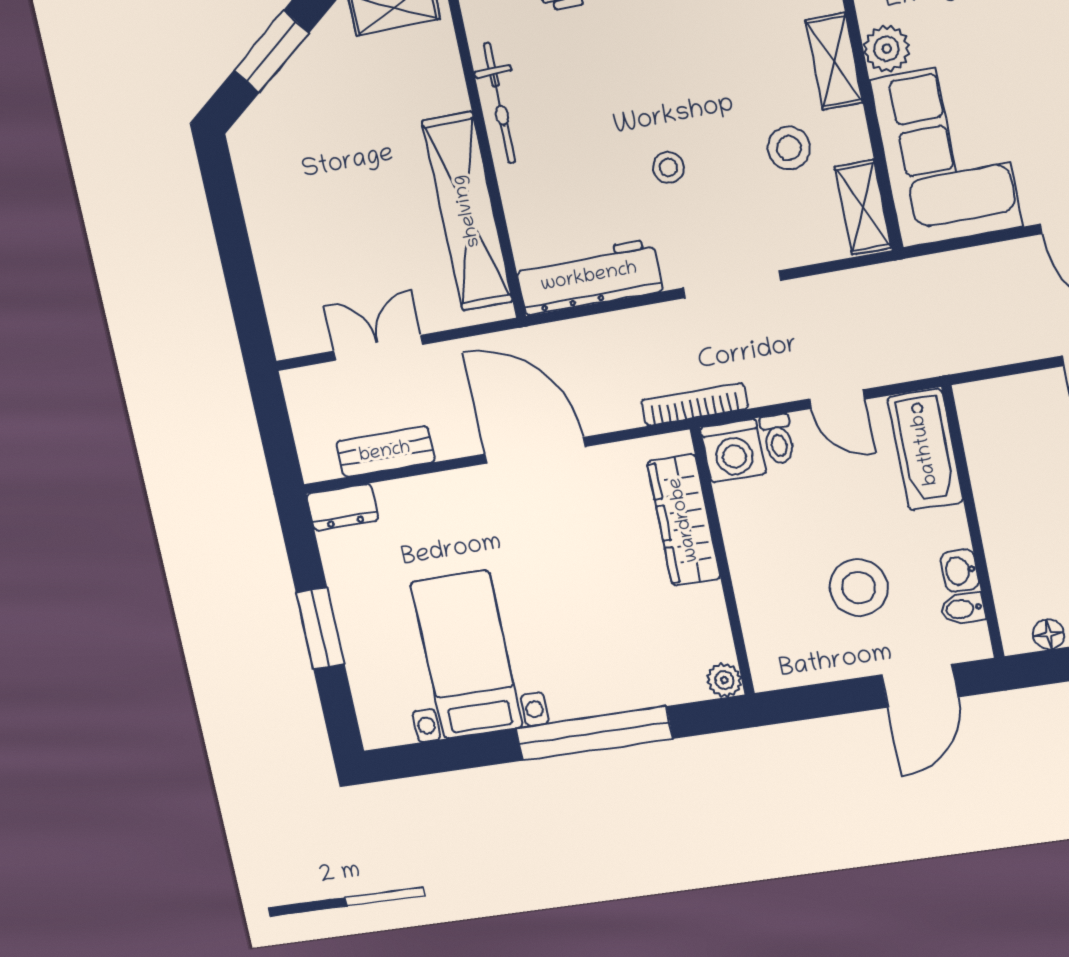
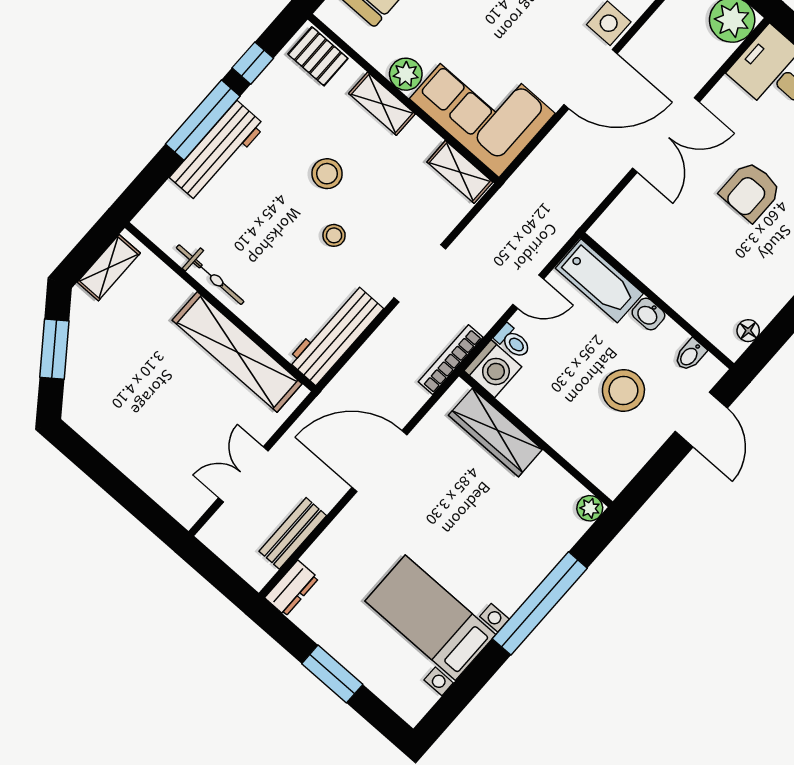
stool: (789, 148) -> (327, 174), moved
washbasin: (960, 571) -> (648, 314), moved

